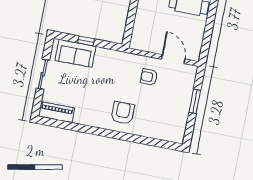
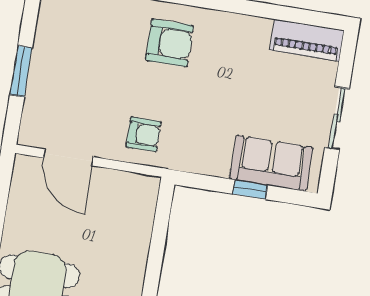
armchair: (149, 77) -> (144, 134), moved
armchair: (123, 113) -> (169, 43), turned -90

